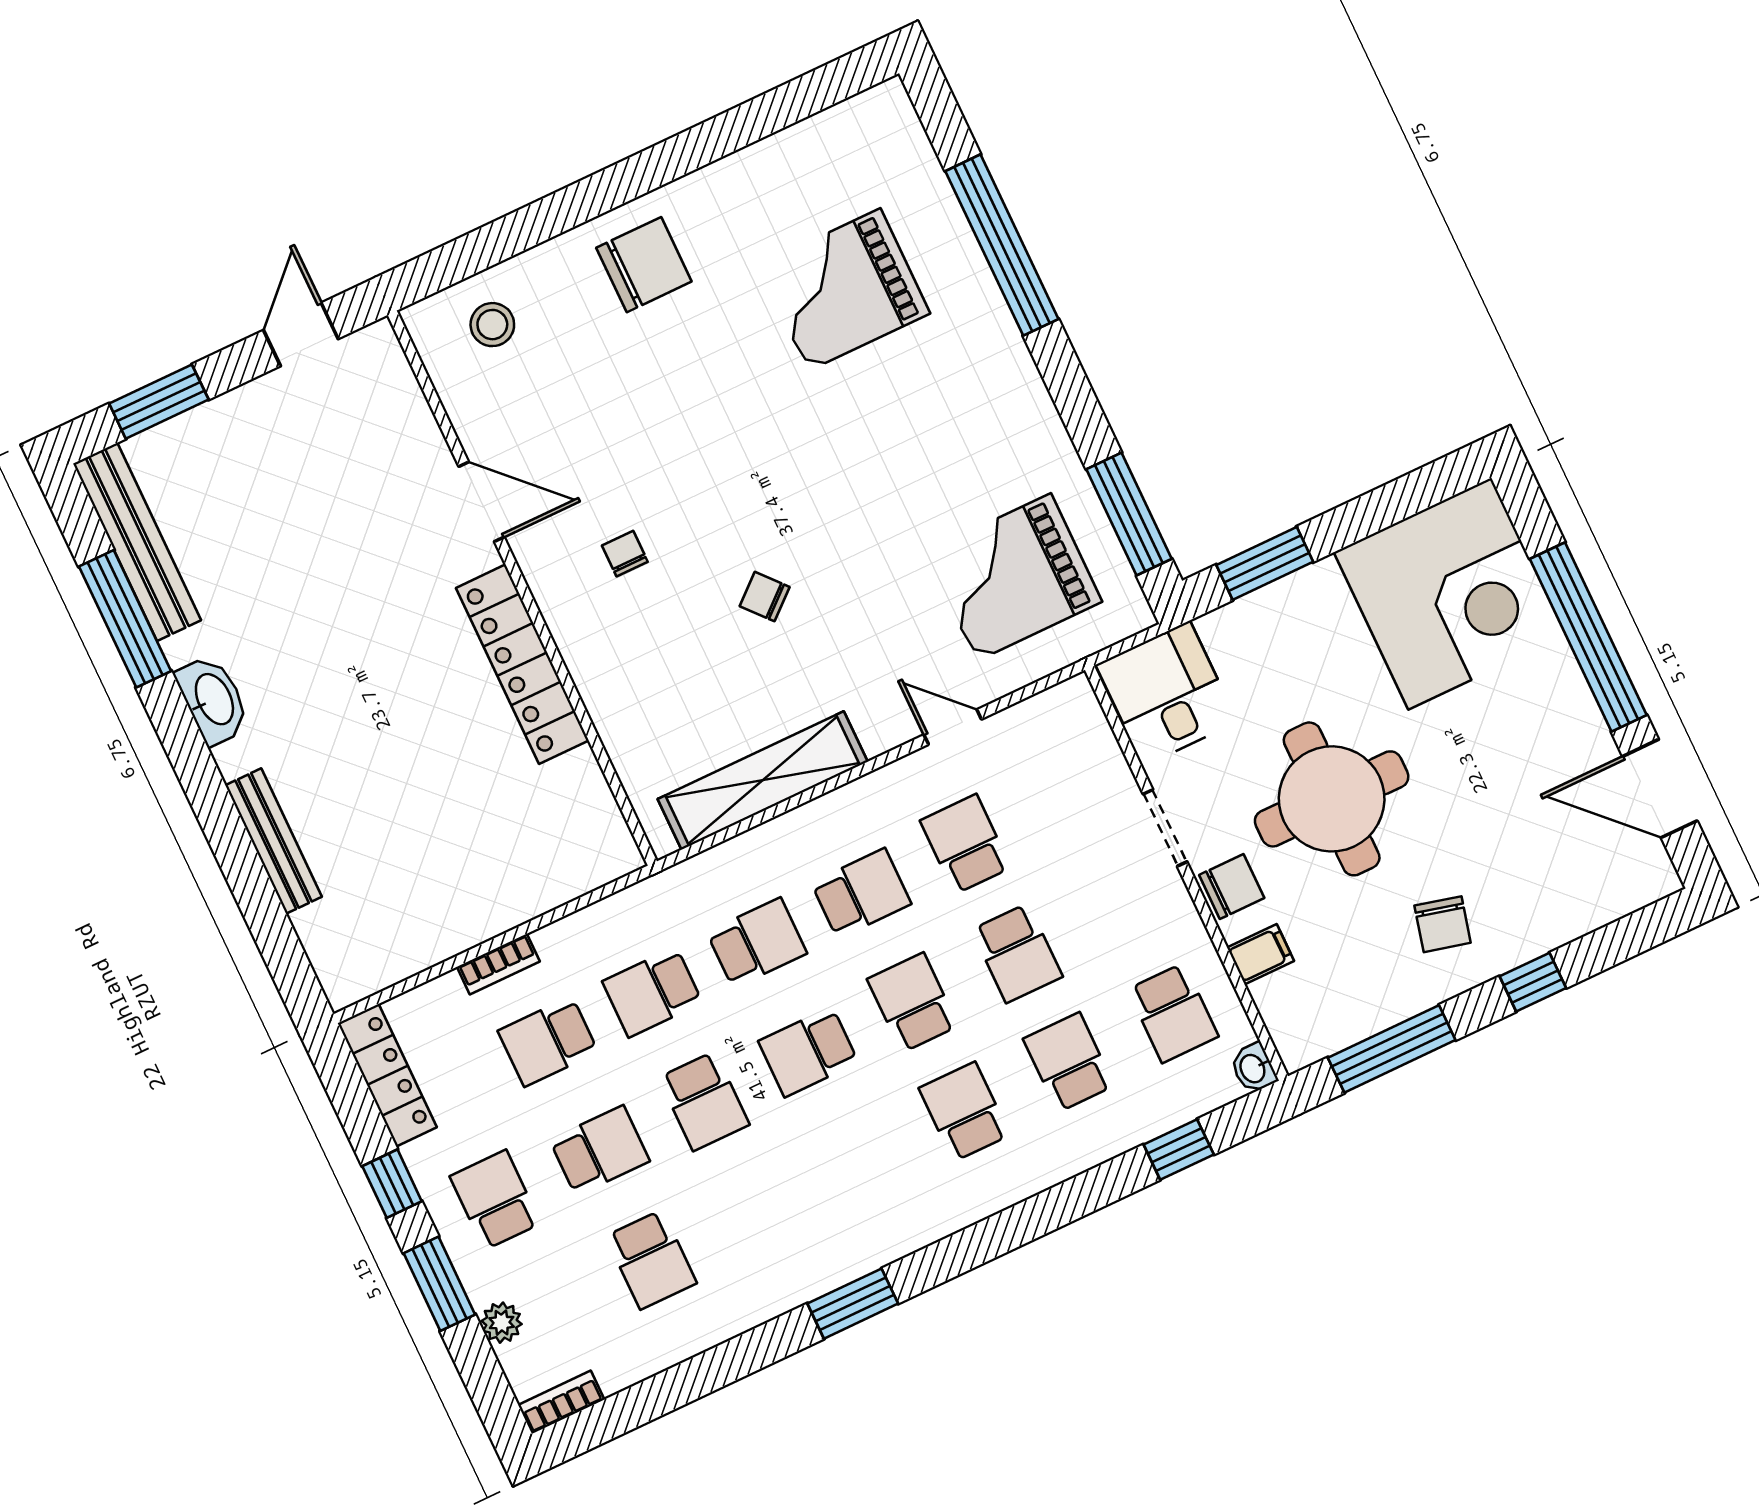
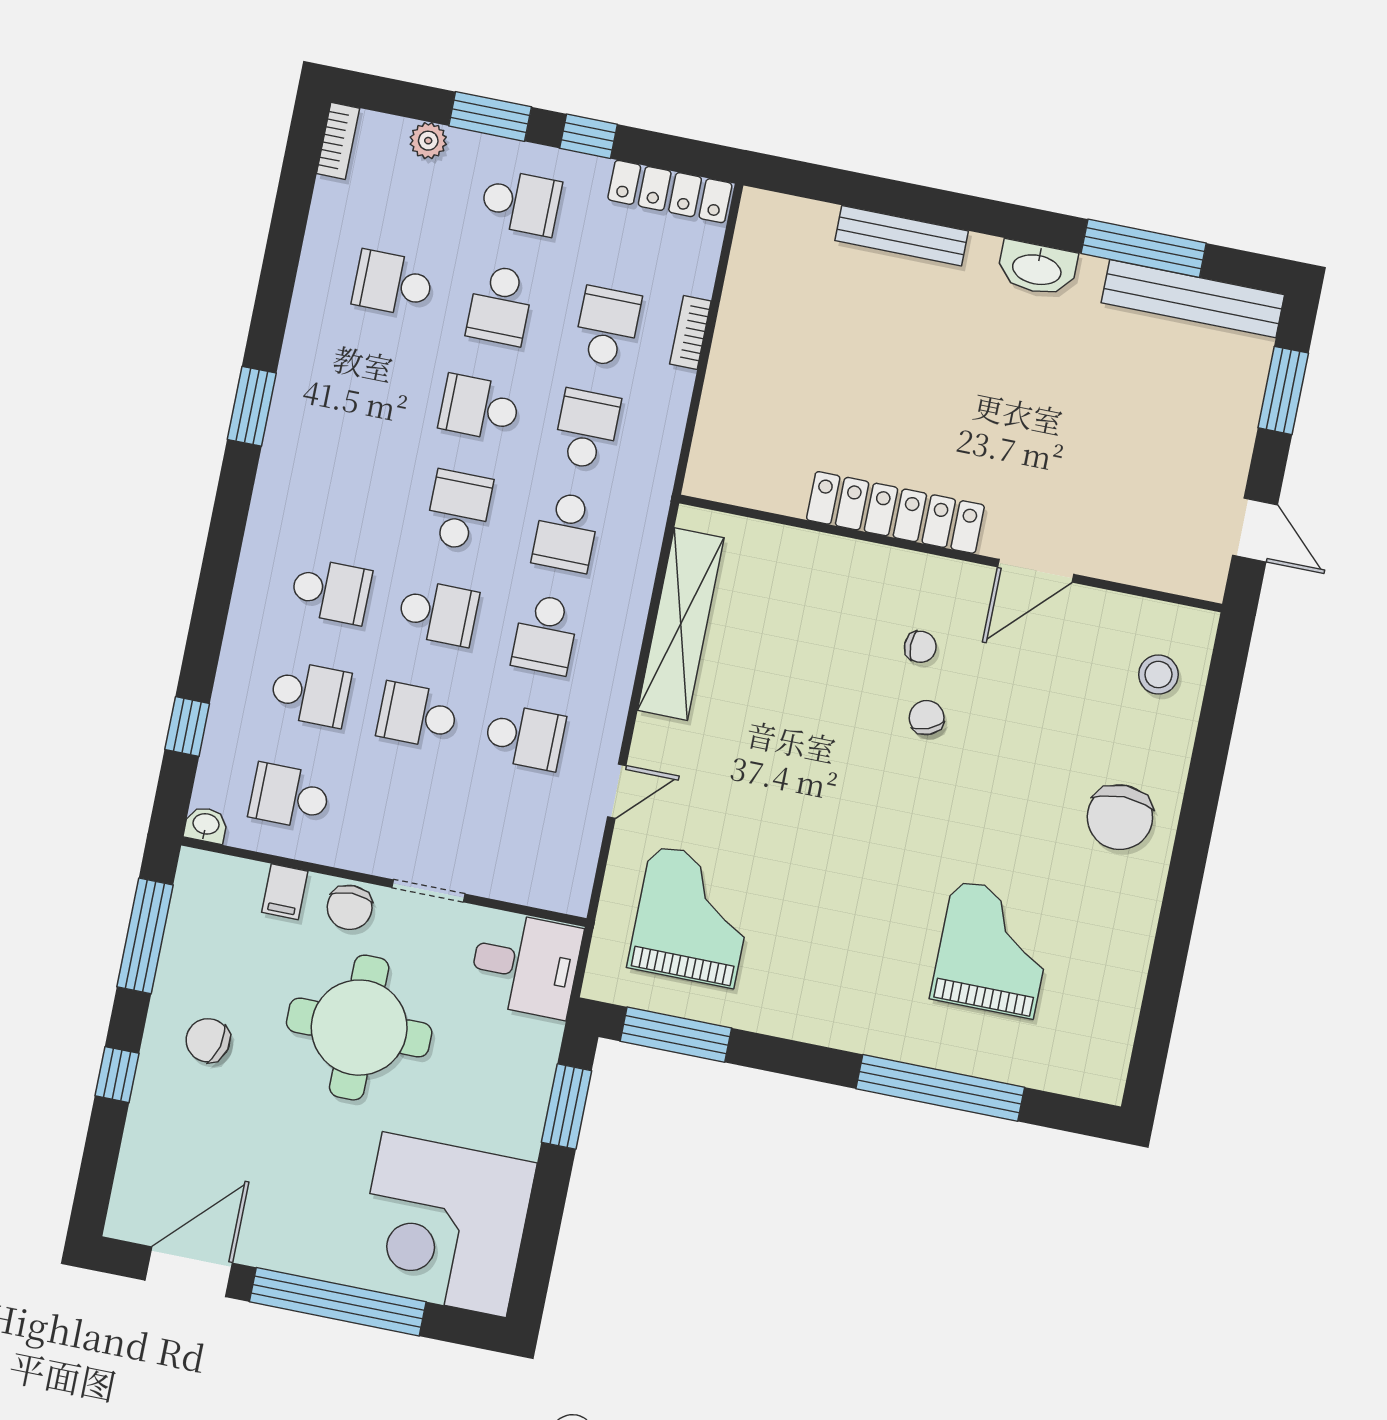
chair: (765, 597) -> (927, 718), moved, turned -71

